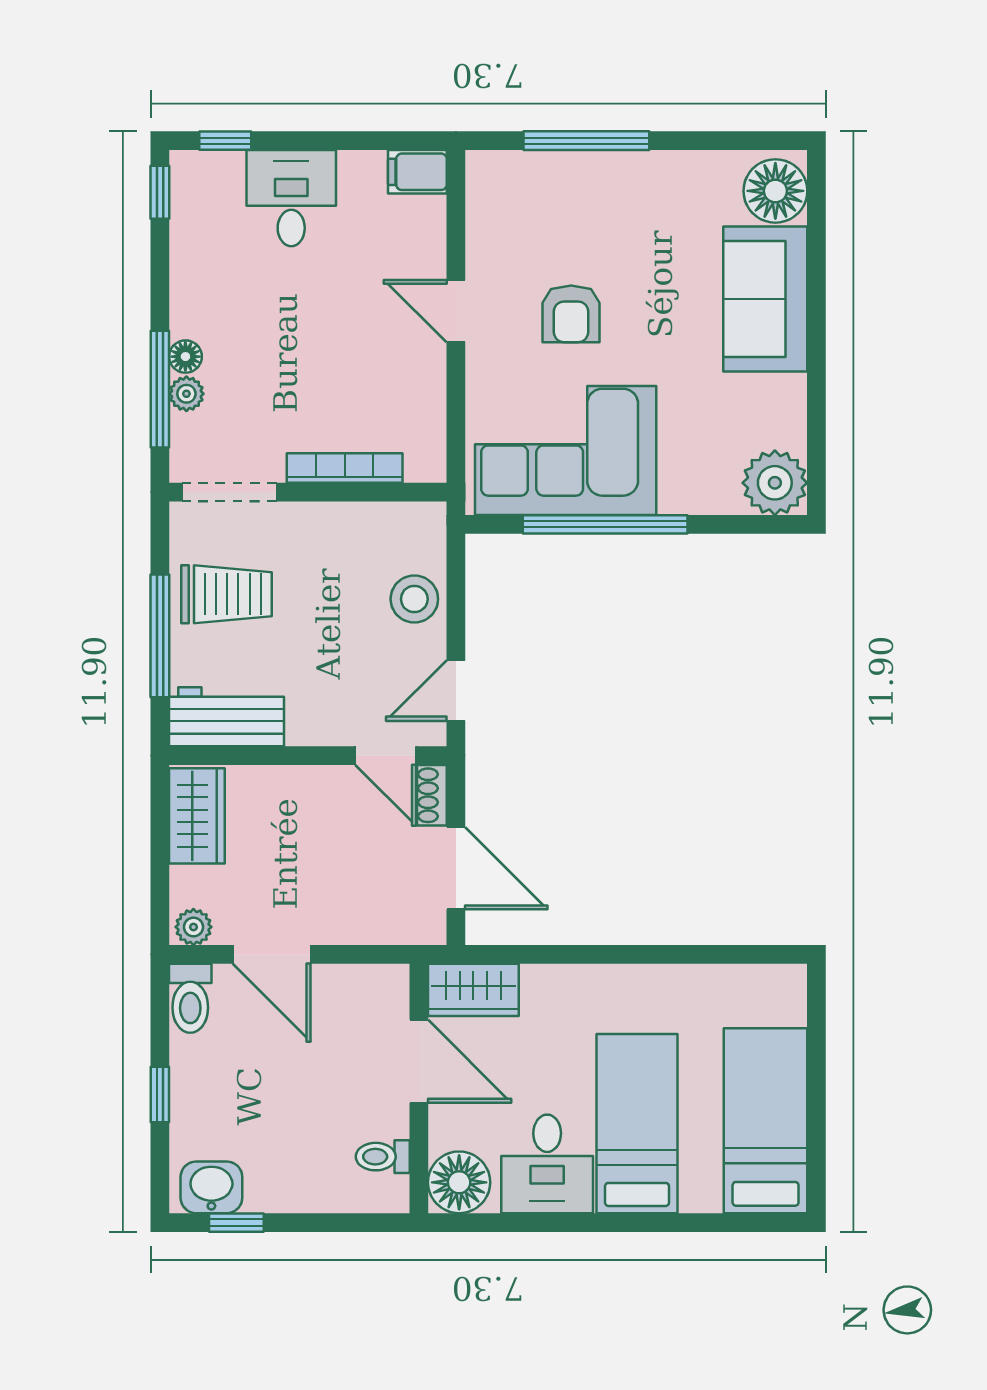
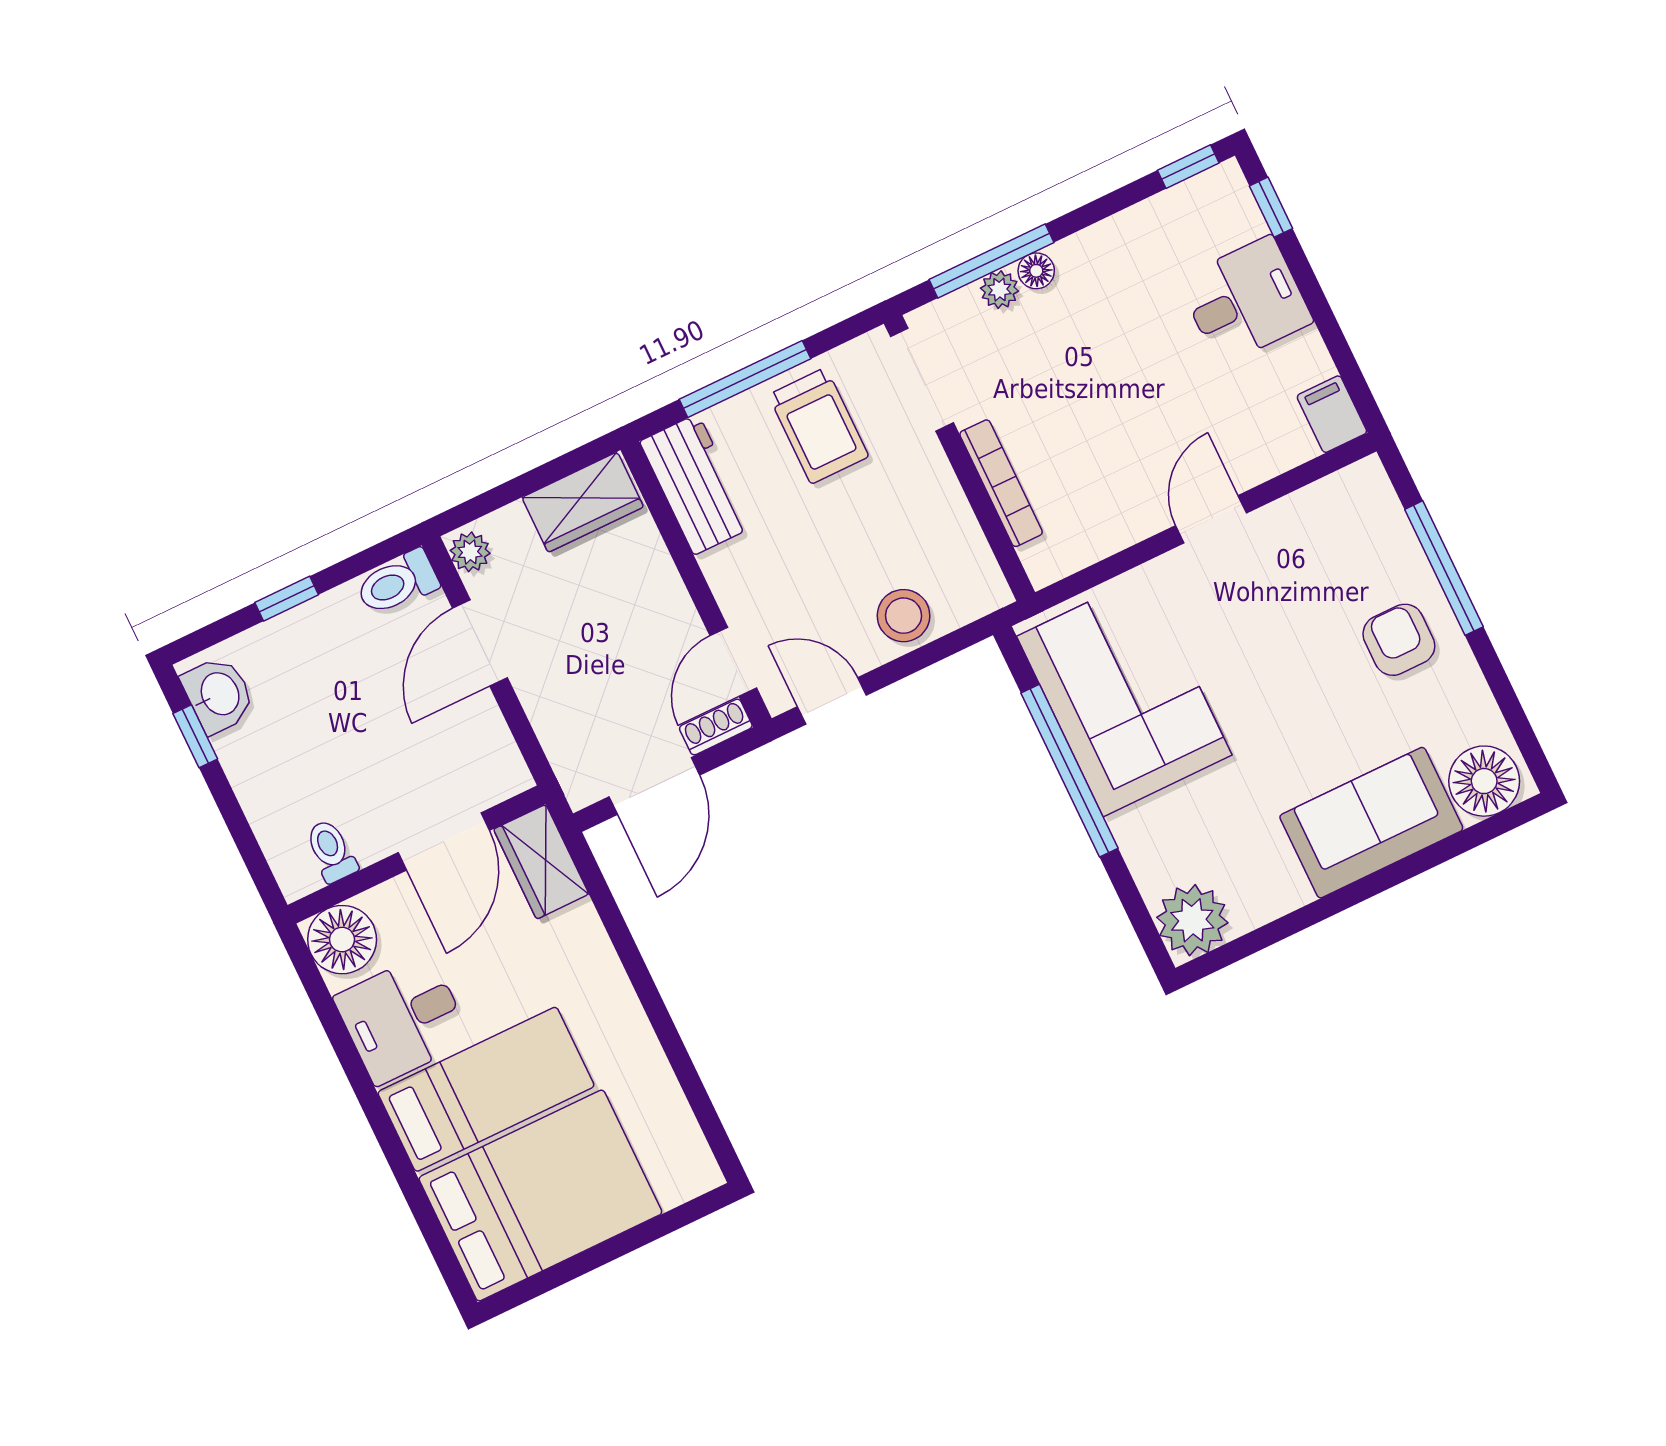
armchair: (571, 314) -> (1399, 640), moved, turned 90
bed: (766, 1121) -> (540, 1195), width x1.50

